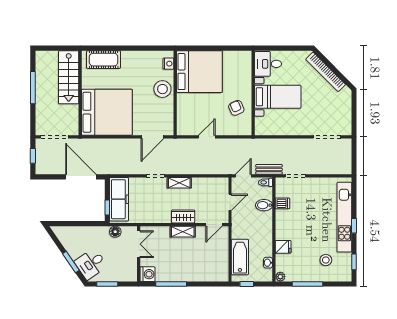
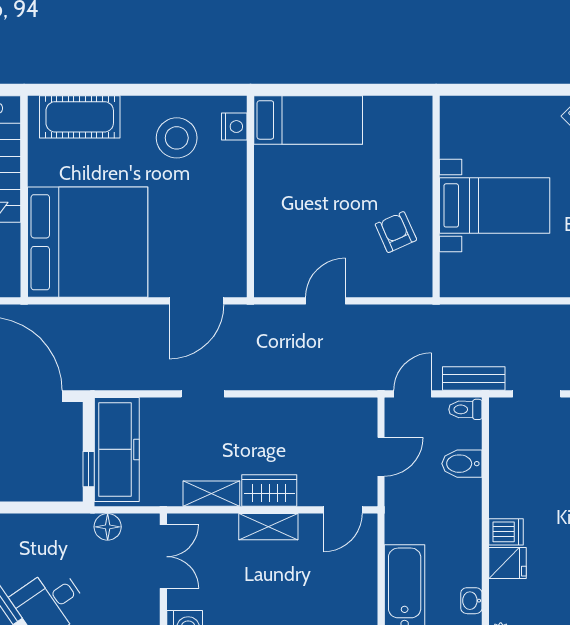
desk: (268, 64) -> (472, 127), removed
bed: (199, 72) -> (308, 120), width x0.49
stool: (162, 89) -> (177, 138), moved
shelving: (179, 183) -> (211, 494), moved
dishwasher: (283, 203) -> (506, 532), moved

